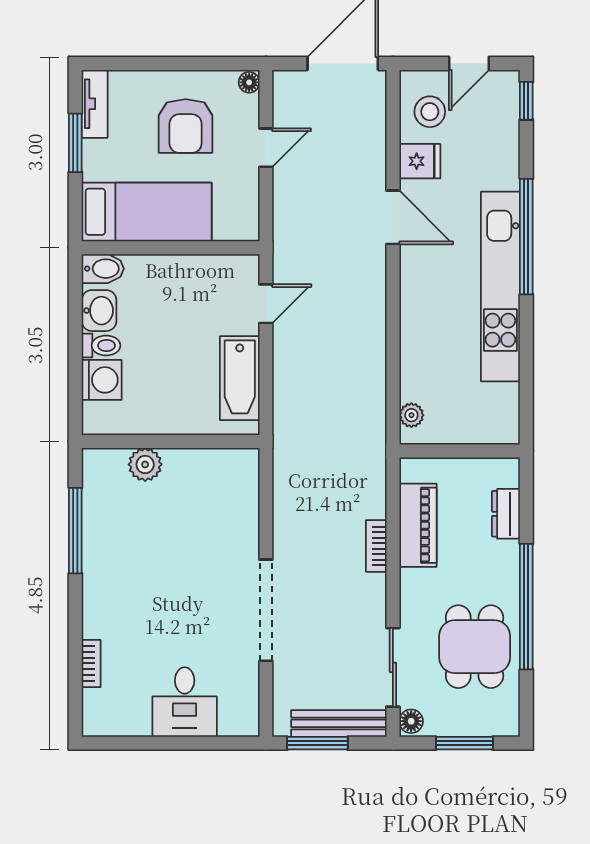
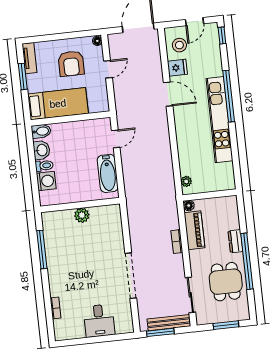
plant: (145, 464) -> (82, 215), moved
dresser: (506, 514) -> (235, 241), moved
floor lamp: (411, 721) -> (189, 206), moved

